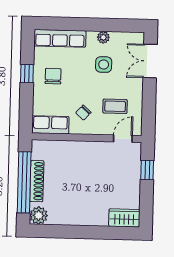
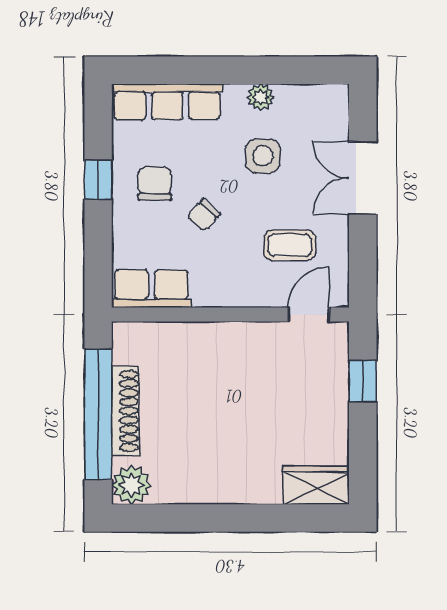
double door: (150, 61) -> (363, 178), moved
chair: (83, 113) -> (204, 215), moved

